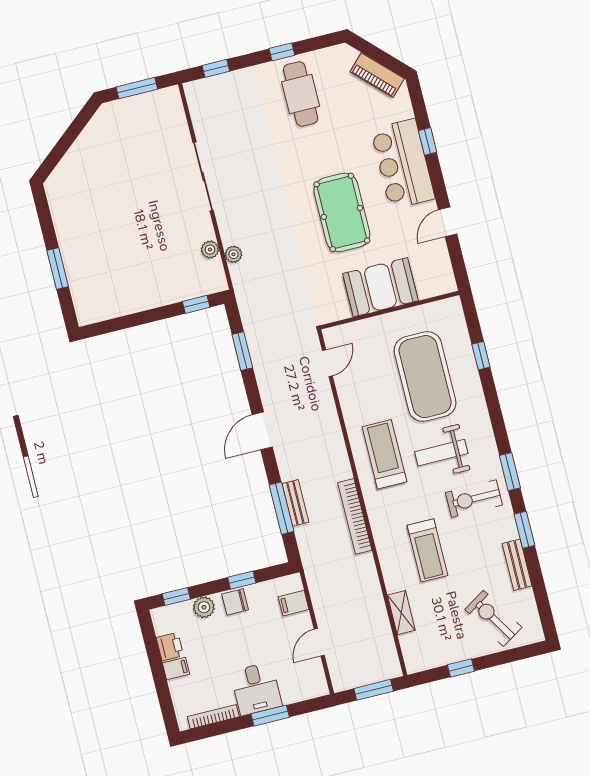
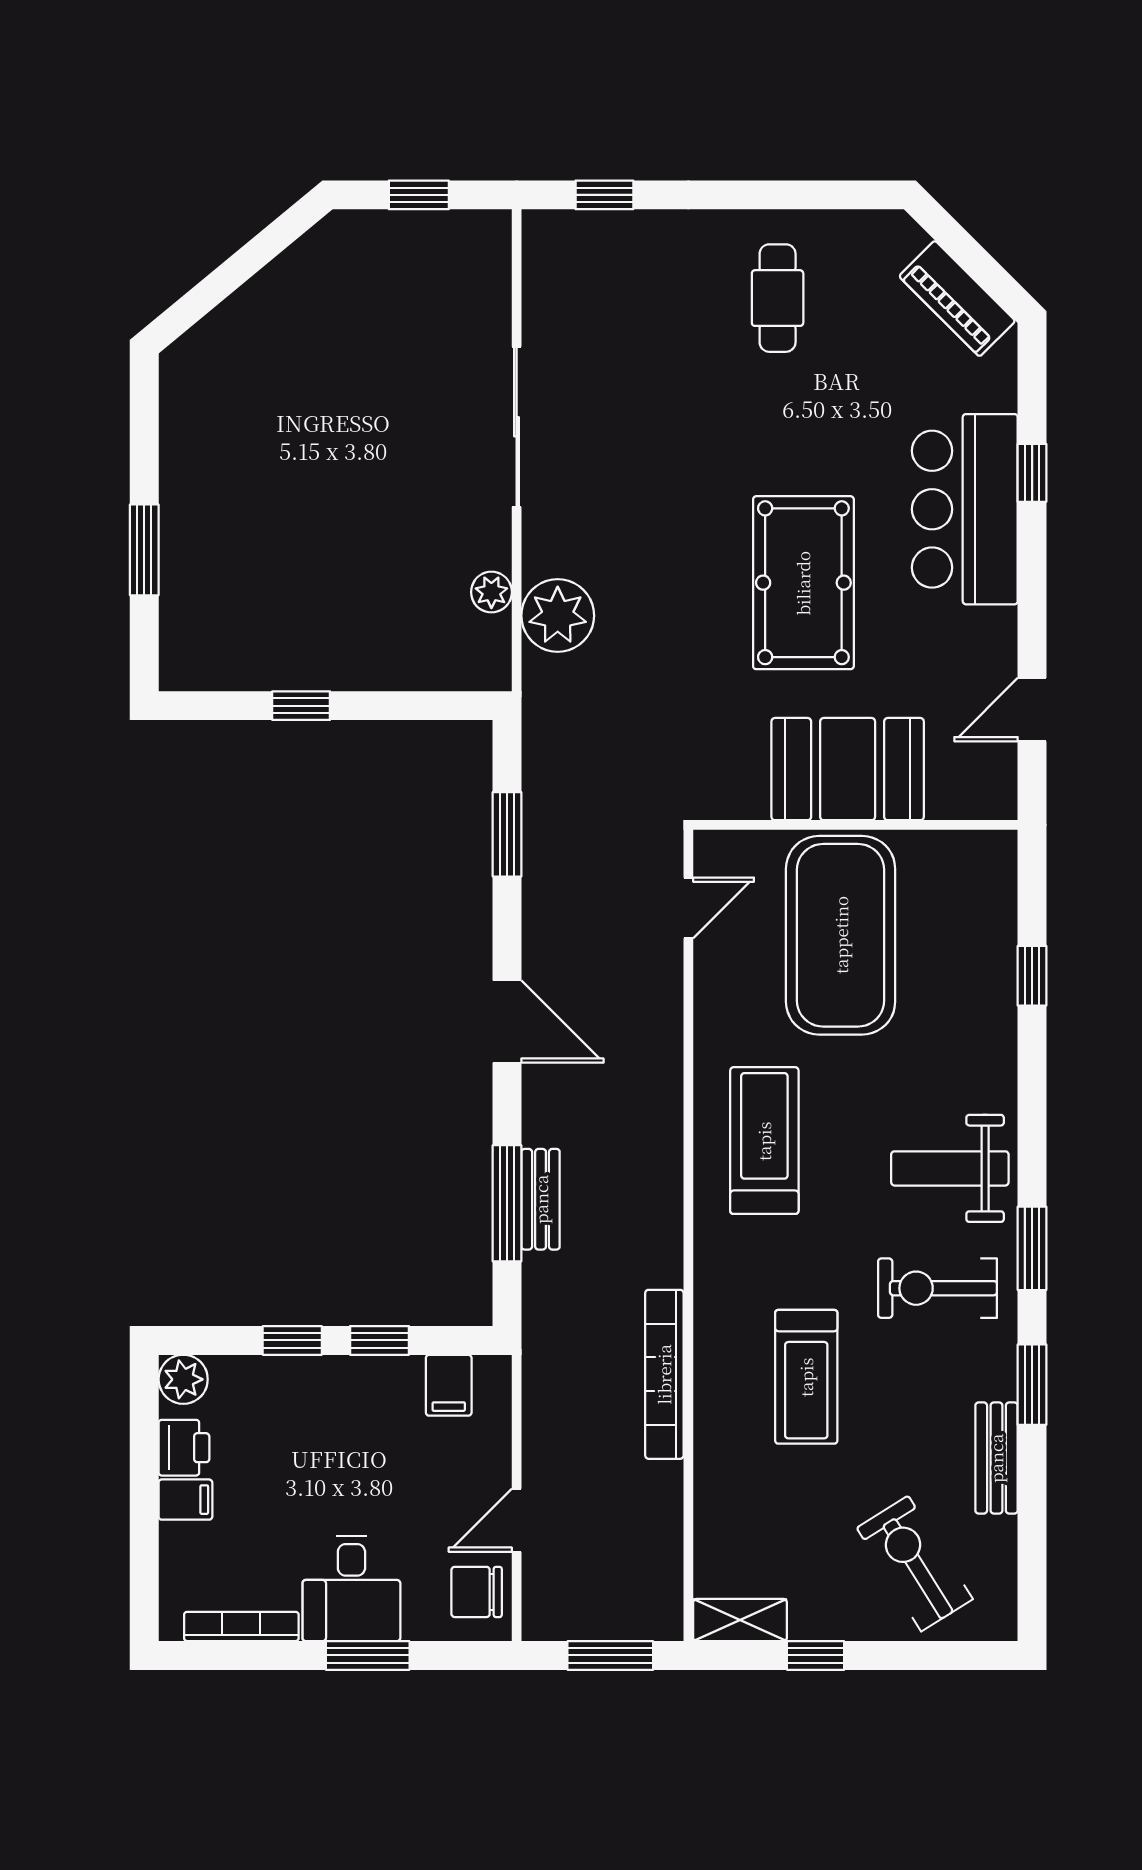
window: (282, 52) -> (759, 195), removed
window: (137, 88) -> (419, 195), width x0.67
cafe table: (301, 94) -> (778, 298), width x0.73, depth x0.74
door: (448, 222) -> (1032, 710), moved
plant: (233, 254) -> (558, 616), width x1.88, depth x1.88
window: (196, 304) -> (301, 706), moved
exercise mat: (425, 377) -> (841, 935), moved
door: (262, 431) -> (507, 1022), swing flipped
weight bench: (441, 453) -> (950, 1168), moved
bookcase: (355, 516) -> (664, 1374), moved
window: (176, 597) -> (292, 1340), moved
chair: (235, 602) -> (477, 1592), moved
filing cabinet: (294, 603) -> (449, 1385), moved, turned -90
plant: (204, 607) -> (183, 1379), moved
shelving: (401, 613) -> (740, 1620), moved, turned 90

